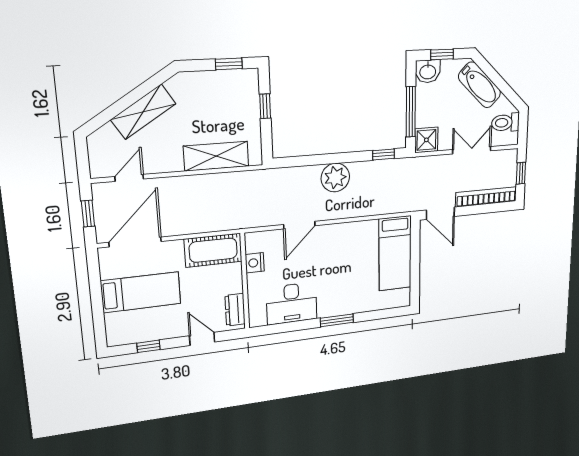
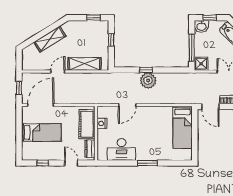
window: (384, 154) -> (146, 70), moved
door: (129, 178) -> (58, 72), moved
cot: (213, 250) -> (87, 124), moved, turned 90

